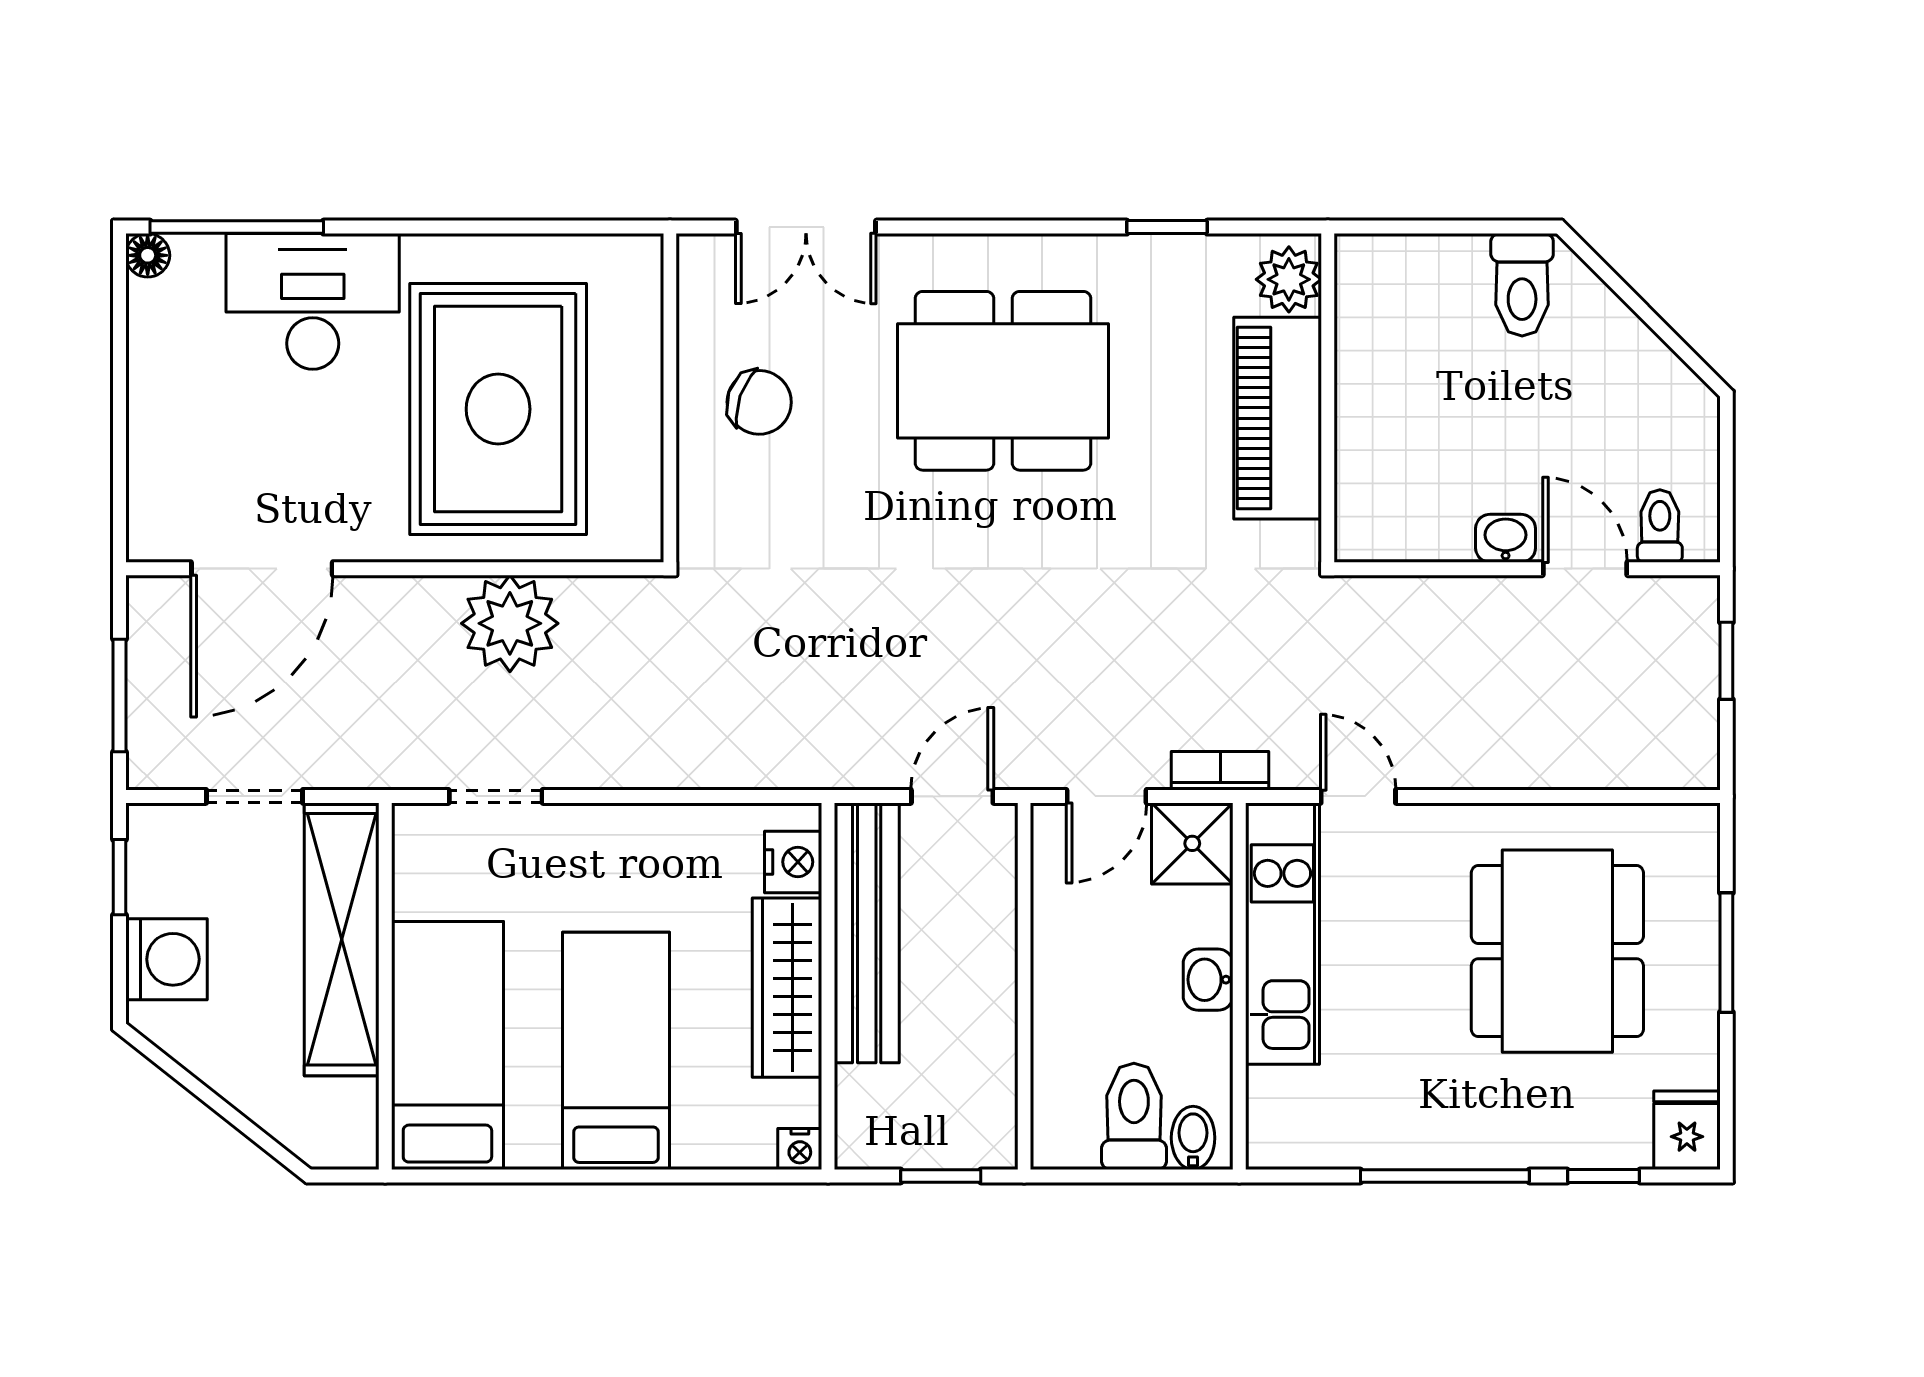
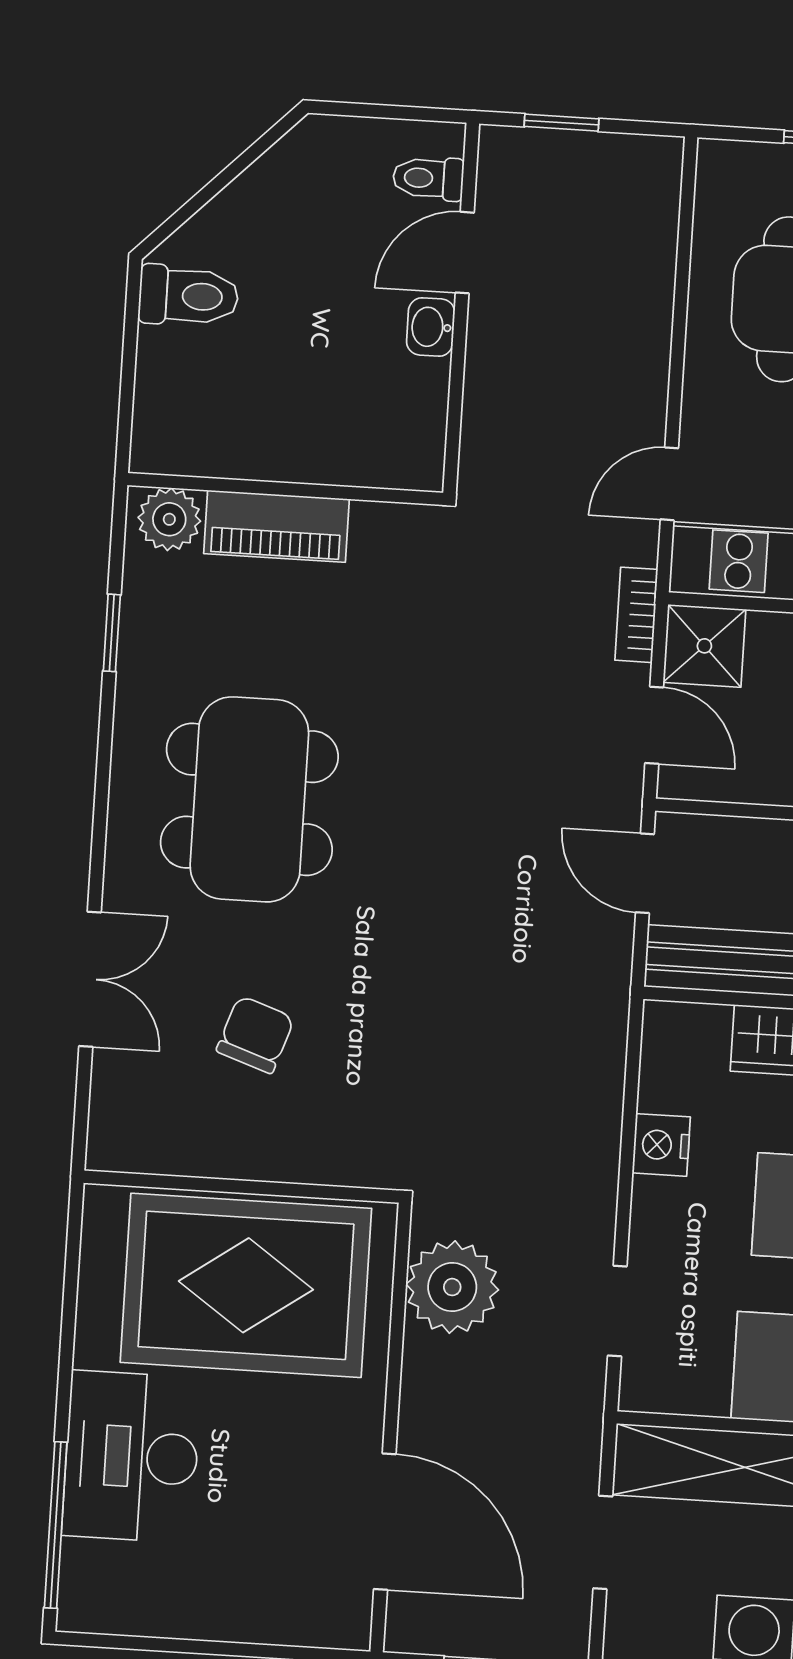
floor lamp: (148, 255) -> (77, 1612), removed
wall: (670, 398) -> (241, 1187), moved
piano: (1278, 418) -> (276, 526), width x0.73, depth x0.75
nightstand: (793, 862) -> (661, 1145), moved, turned -90

